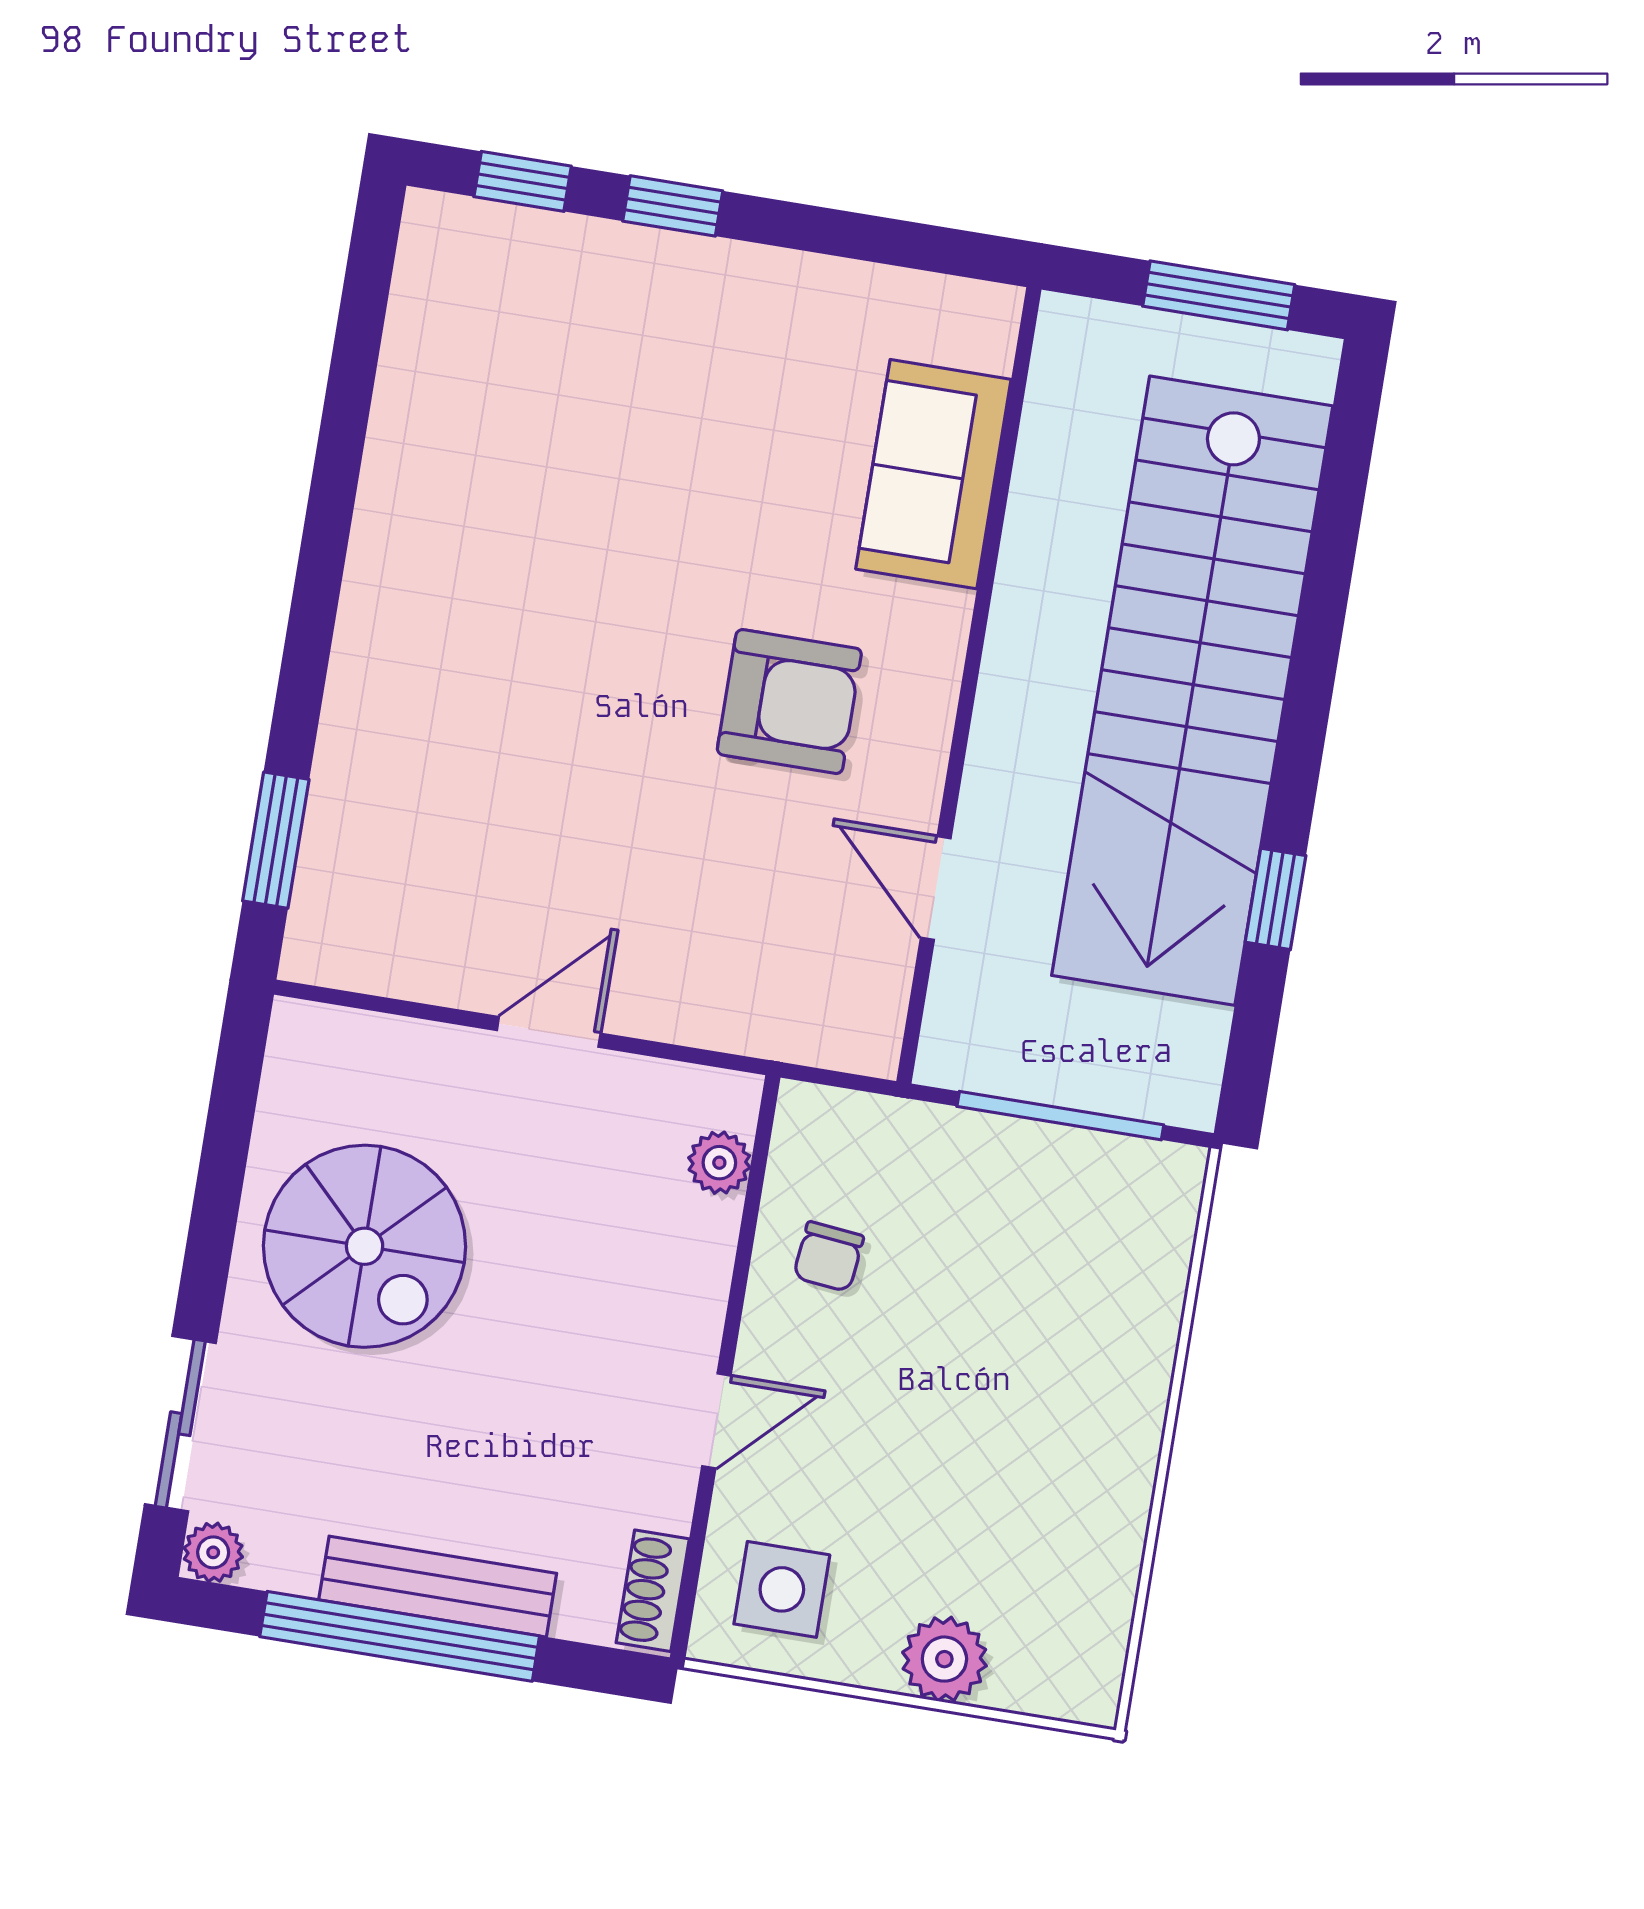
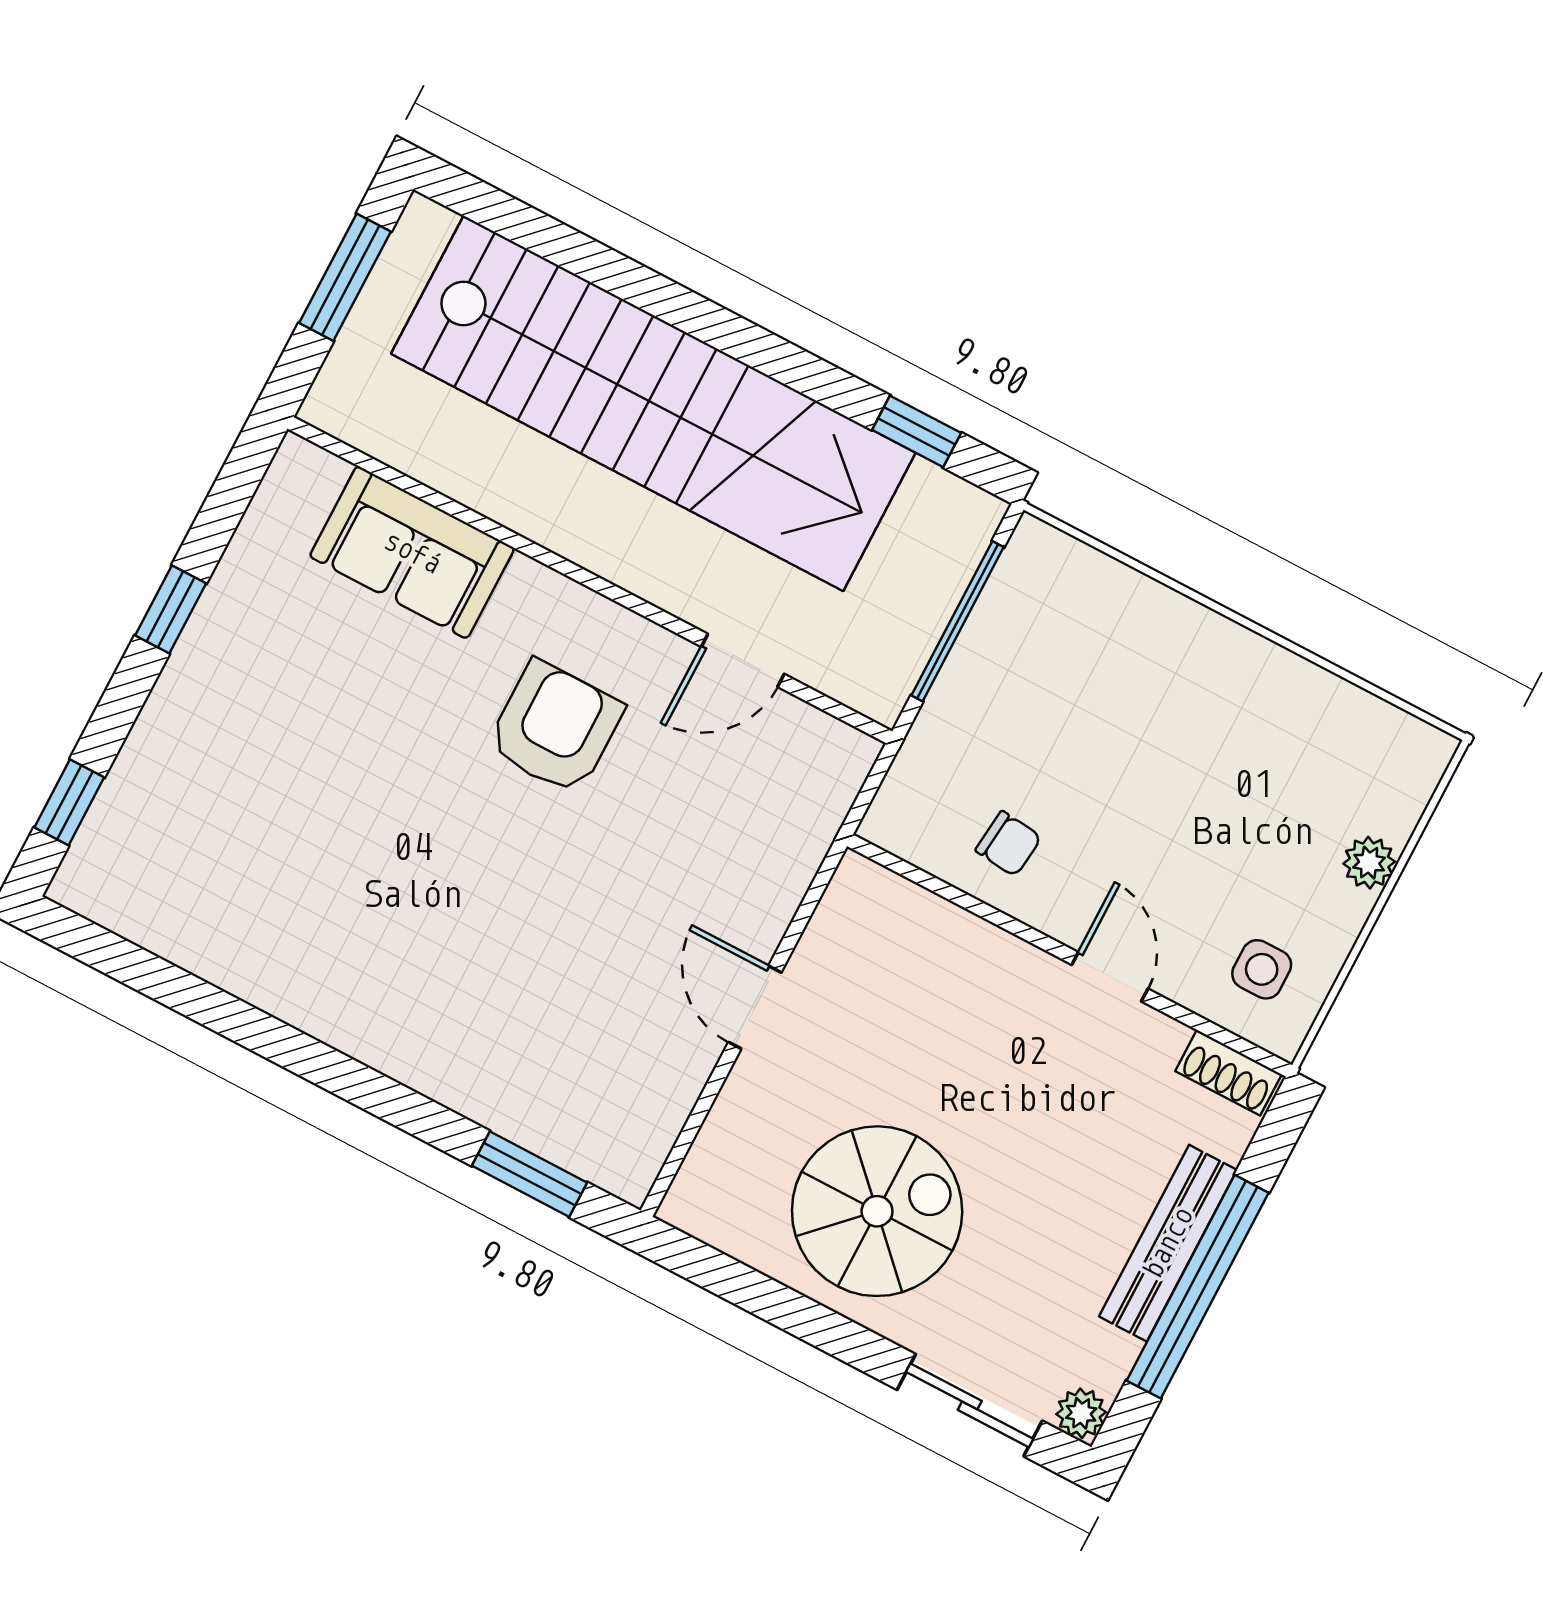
window: (673, 206) -> (171, 609), moved
window: (1276, 899) -> (917, 431), moved
plant: (719, 1163) -> (905, 906), removed
side table: (782, 1589) -> (1262, 969), width x0.73, depth x0.73
plant: (944, 1659) -> (1369, 863), width x0.73, depth x0.73

